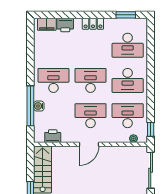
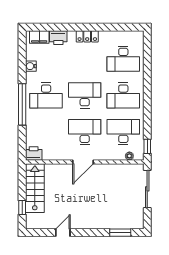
window: (126, 15) -> (121, 27), removed
desk: (53, 80) -> (46, 95), turned 180
window: (30, 106) -> (22, 104), moved
water cooler: (39, 106) -> (31, 66), moved
printer: (53, 136) -> (34, 153), moved

